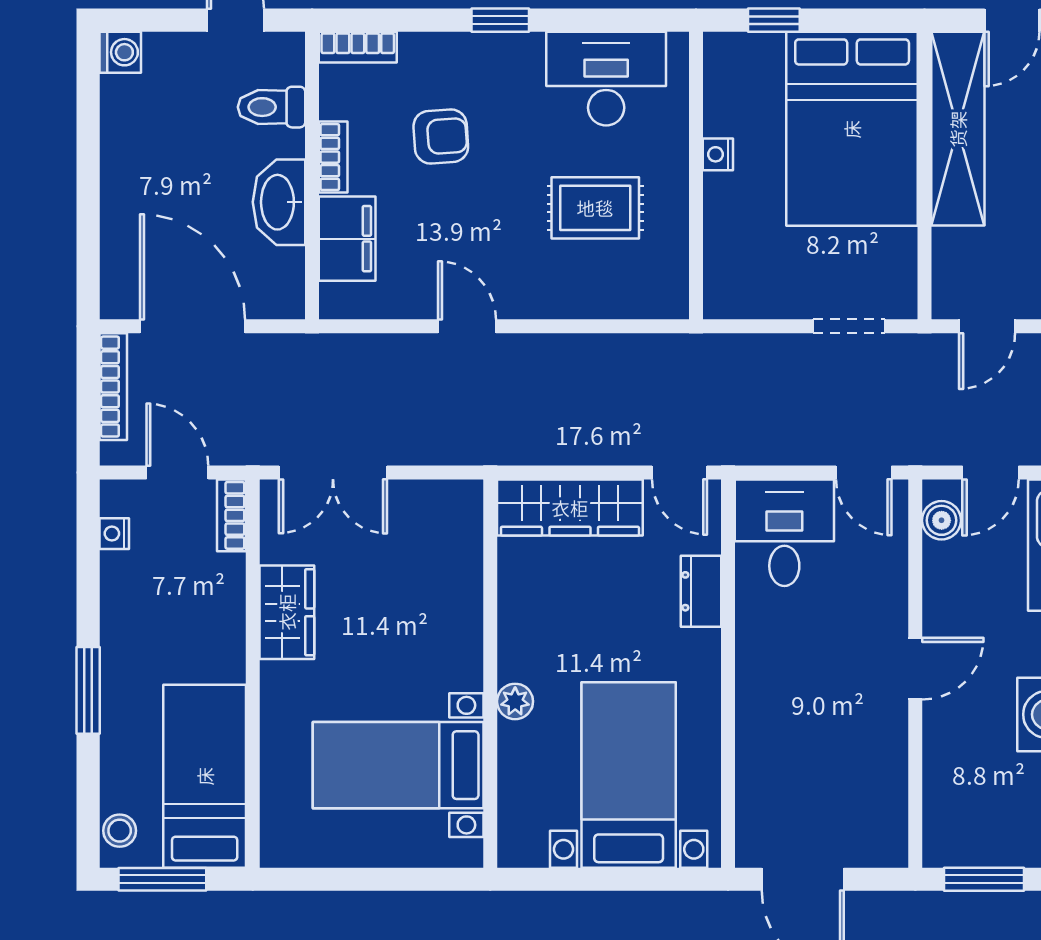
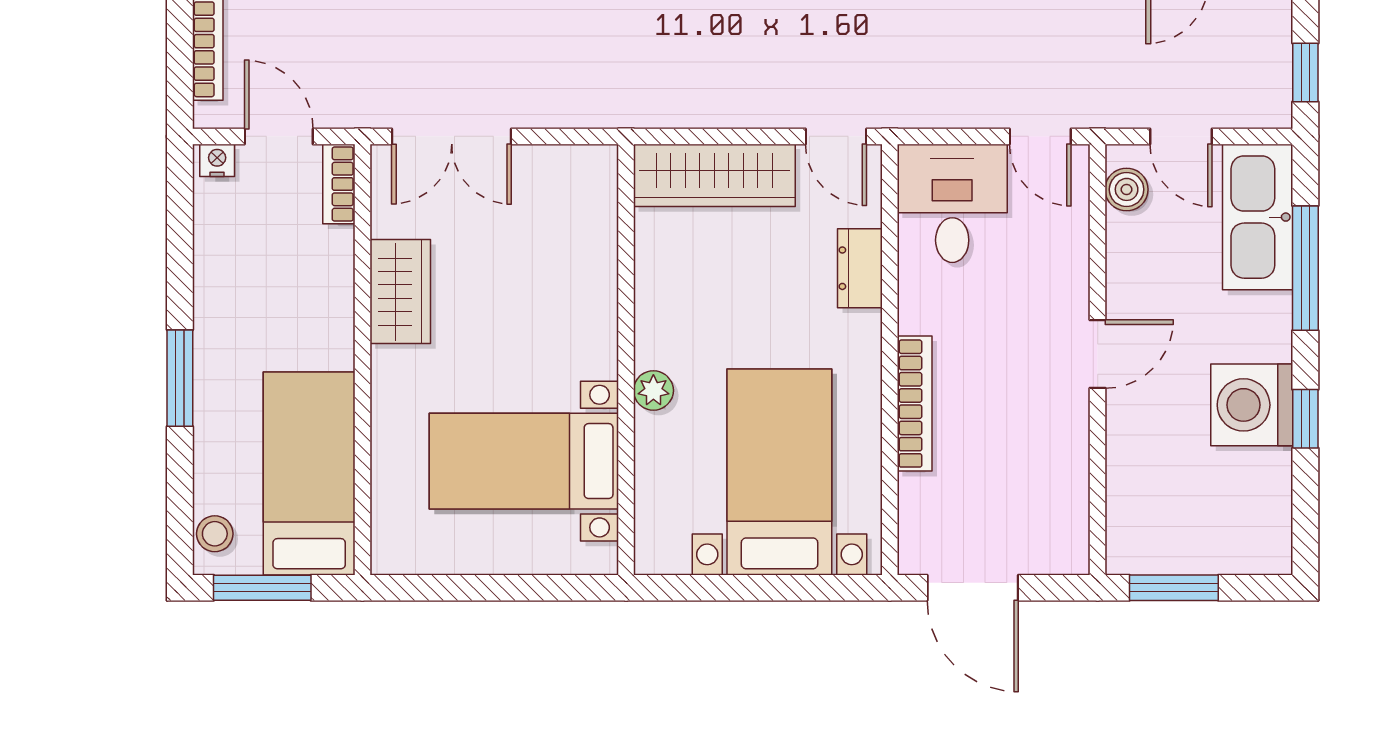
door: (991, 473) -> (1181, 136), hinge flipped
nightstand: (114, 534) -> (217, 160), moved, turned 90
bookcase: (750, 713) -> (915, 404), added

